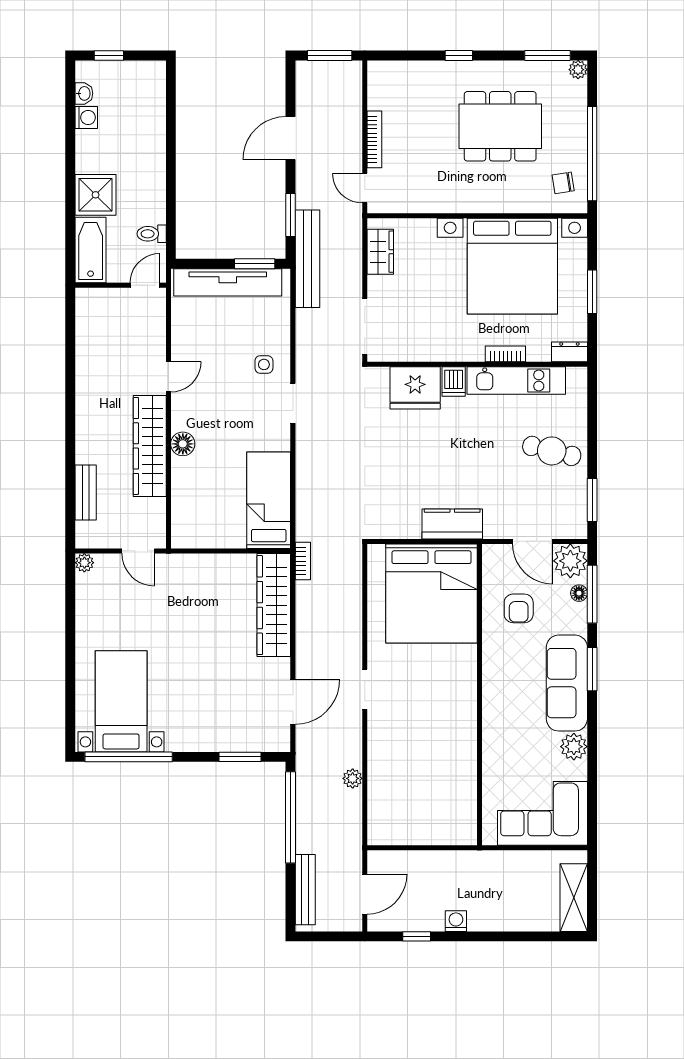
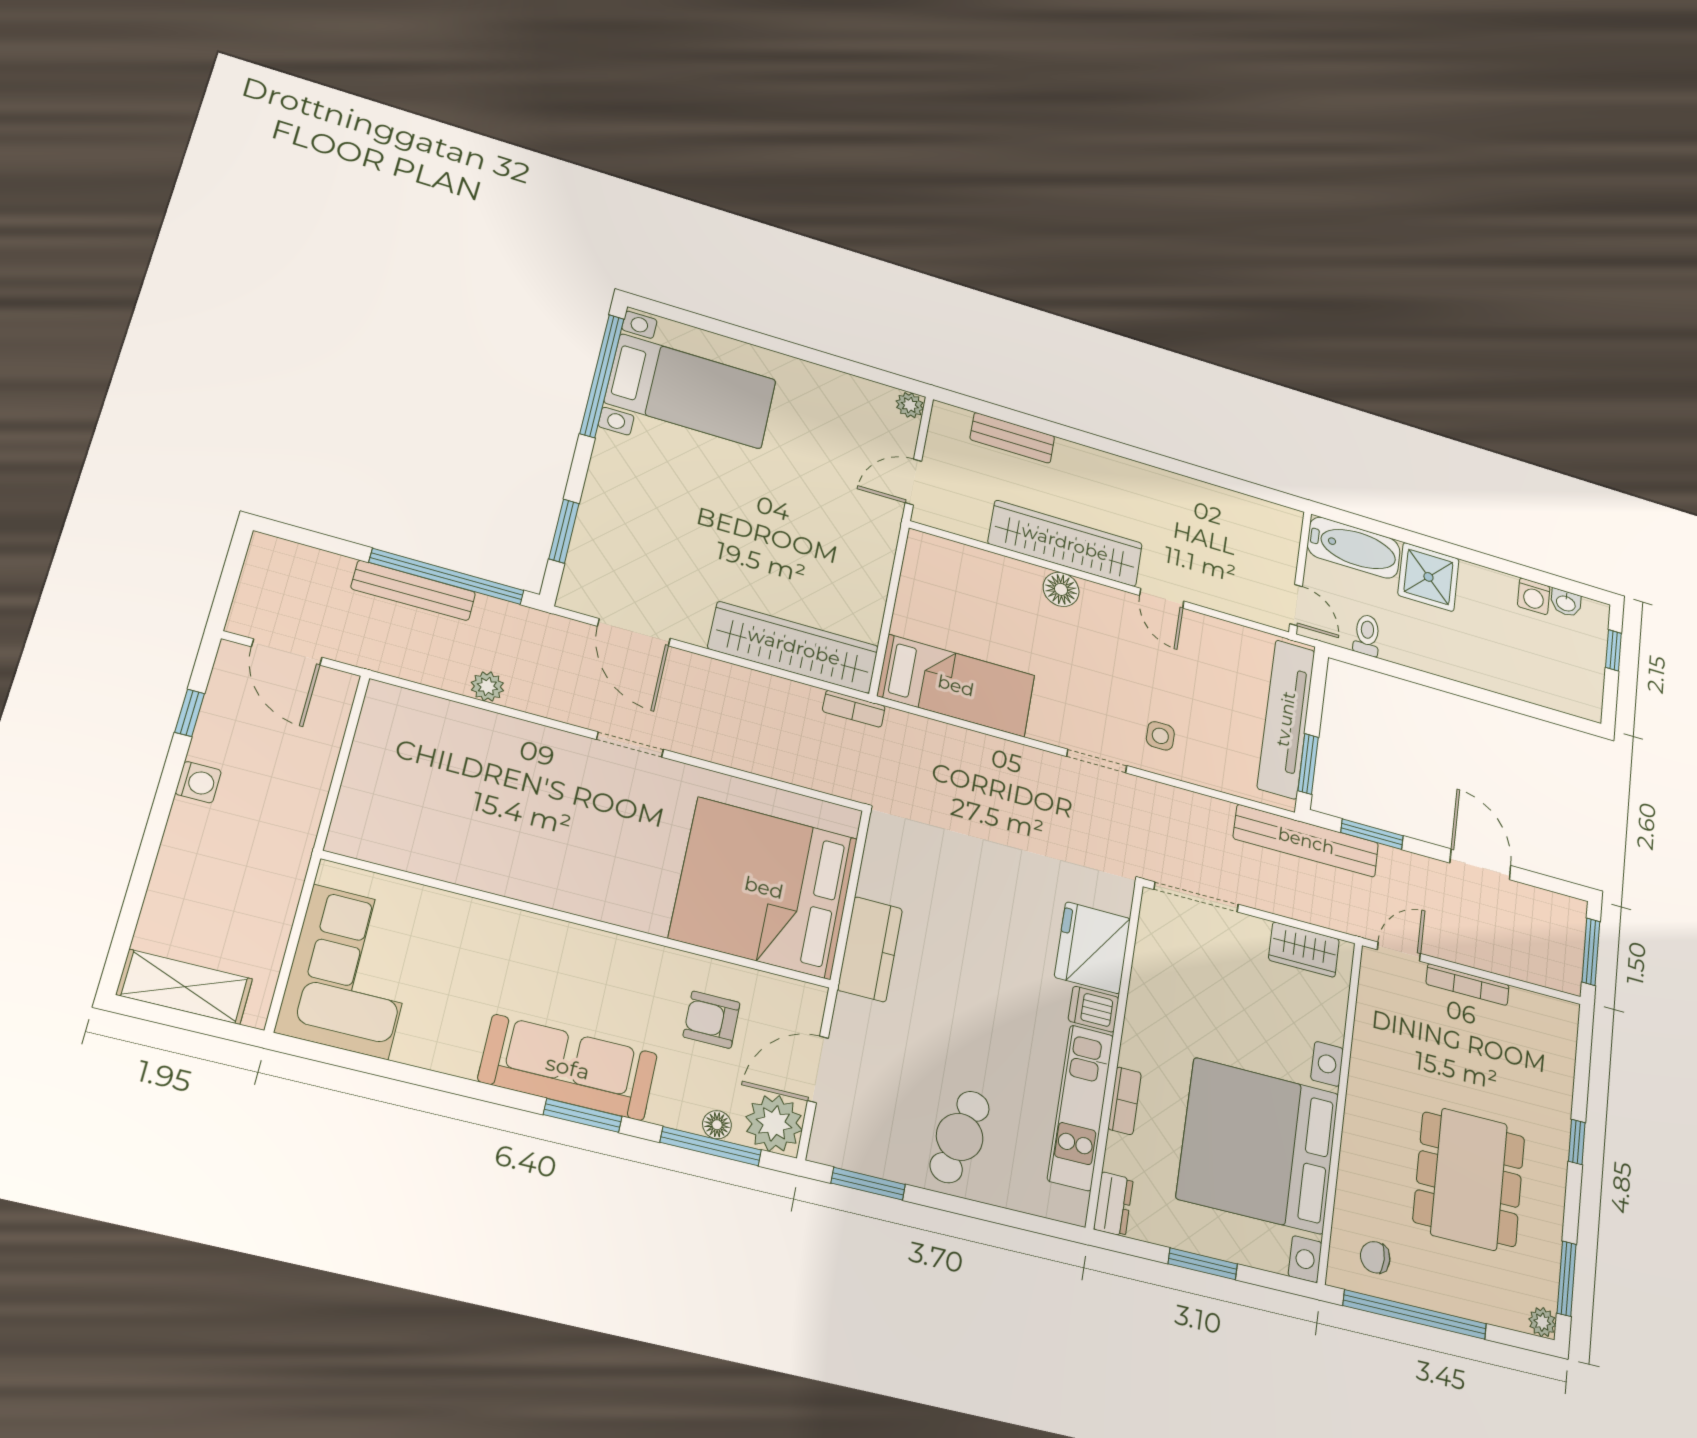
chair: (563, 183) -> (1375, 1257), turned -81
plant: (574, 747) -> (455, 1052), removed
bench: (305, 890) -> (413, 590), moved

